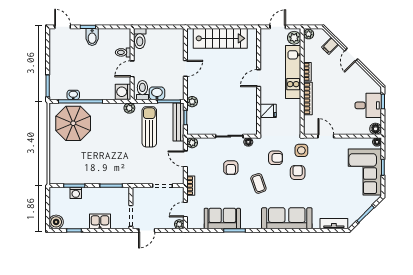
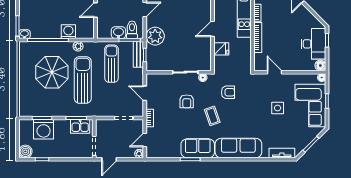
door: (259, 78) -> (212, 29), moved
toilet: (142, 90) -> (132, 30), moved
washing machine: (123, 92) -> (68, 32), moved, turned 90
washbasin: (73, 95) -> (24, 34), moved
plant: (192, 102) -> (155, 36), width x1.87, depth x1.87
desk: (368, 105) -> (314, 44), width x1.37
plant: (129, 108) -> (78, 46), moved
bench: (179, 122) -> (138, 54), width x0.73
parasol: (73, 123) -> (52, 72), moved
plant: (192, 143) -> (151, 78), removed
sun lounger: (118, 145) -> (83, 80), added
side table: (301, 150) -> (278, 108), moved
armchair: (298, 172) -> (248, 106), removed
washing machine: (76, 193) -> (44, 129), width x1.89, depth x1.89
sofa: (222, 219) -> (198, 148), moved
kitchen sink: (100, 221) -> (80, 126), moved, turned 180

